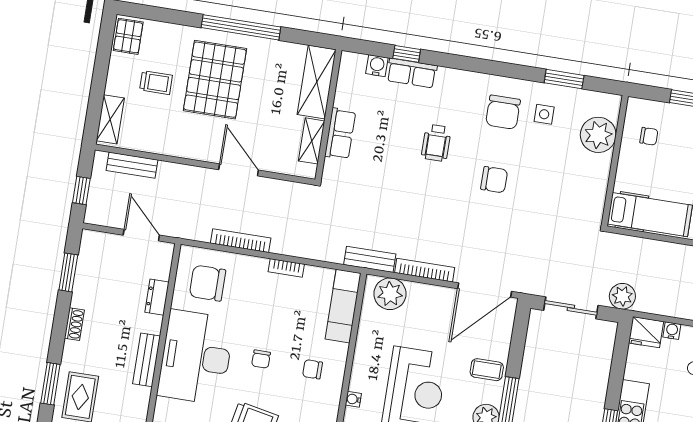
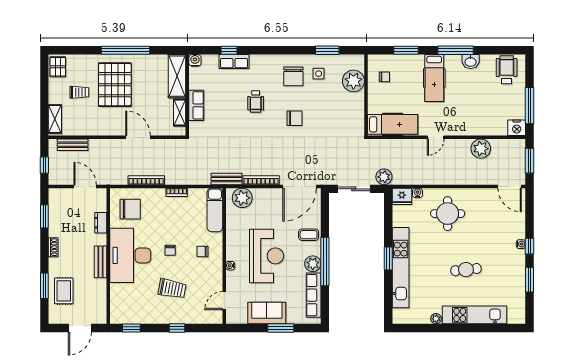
water cooler: (377, 66) -> (195, 60), moved
chair: (208, 283) -> (130, 209), turned 180

